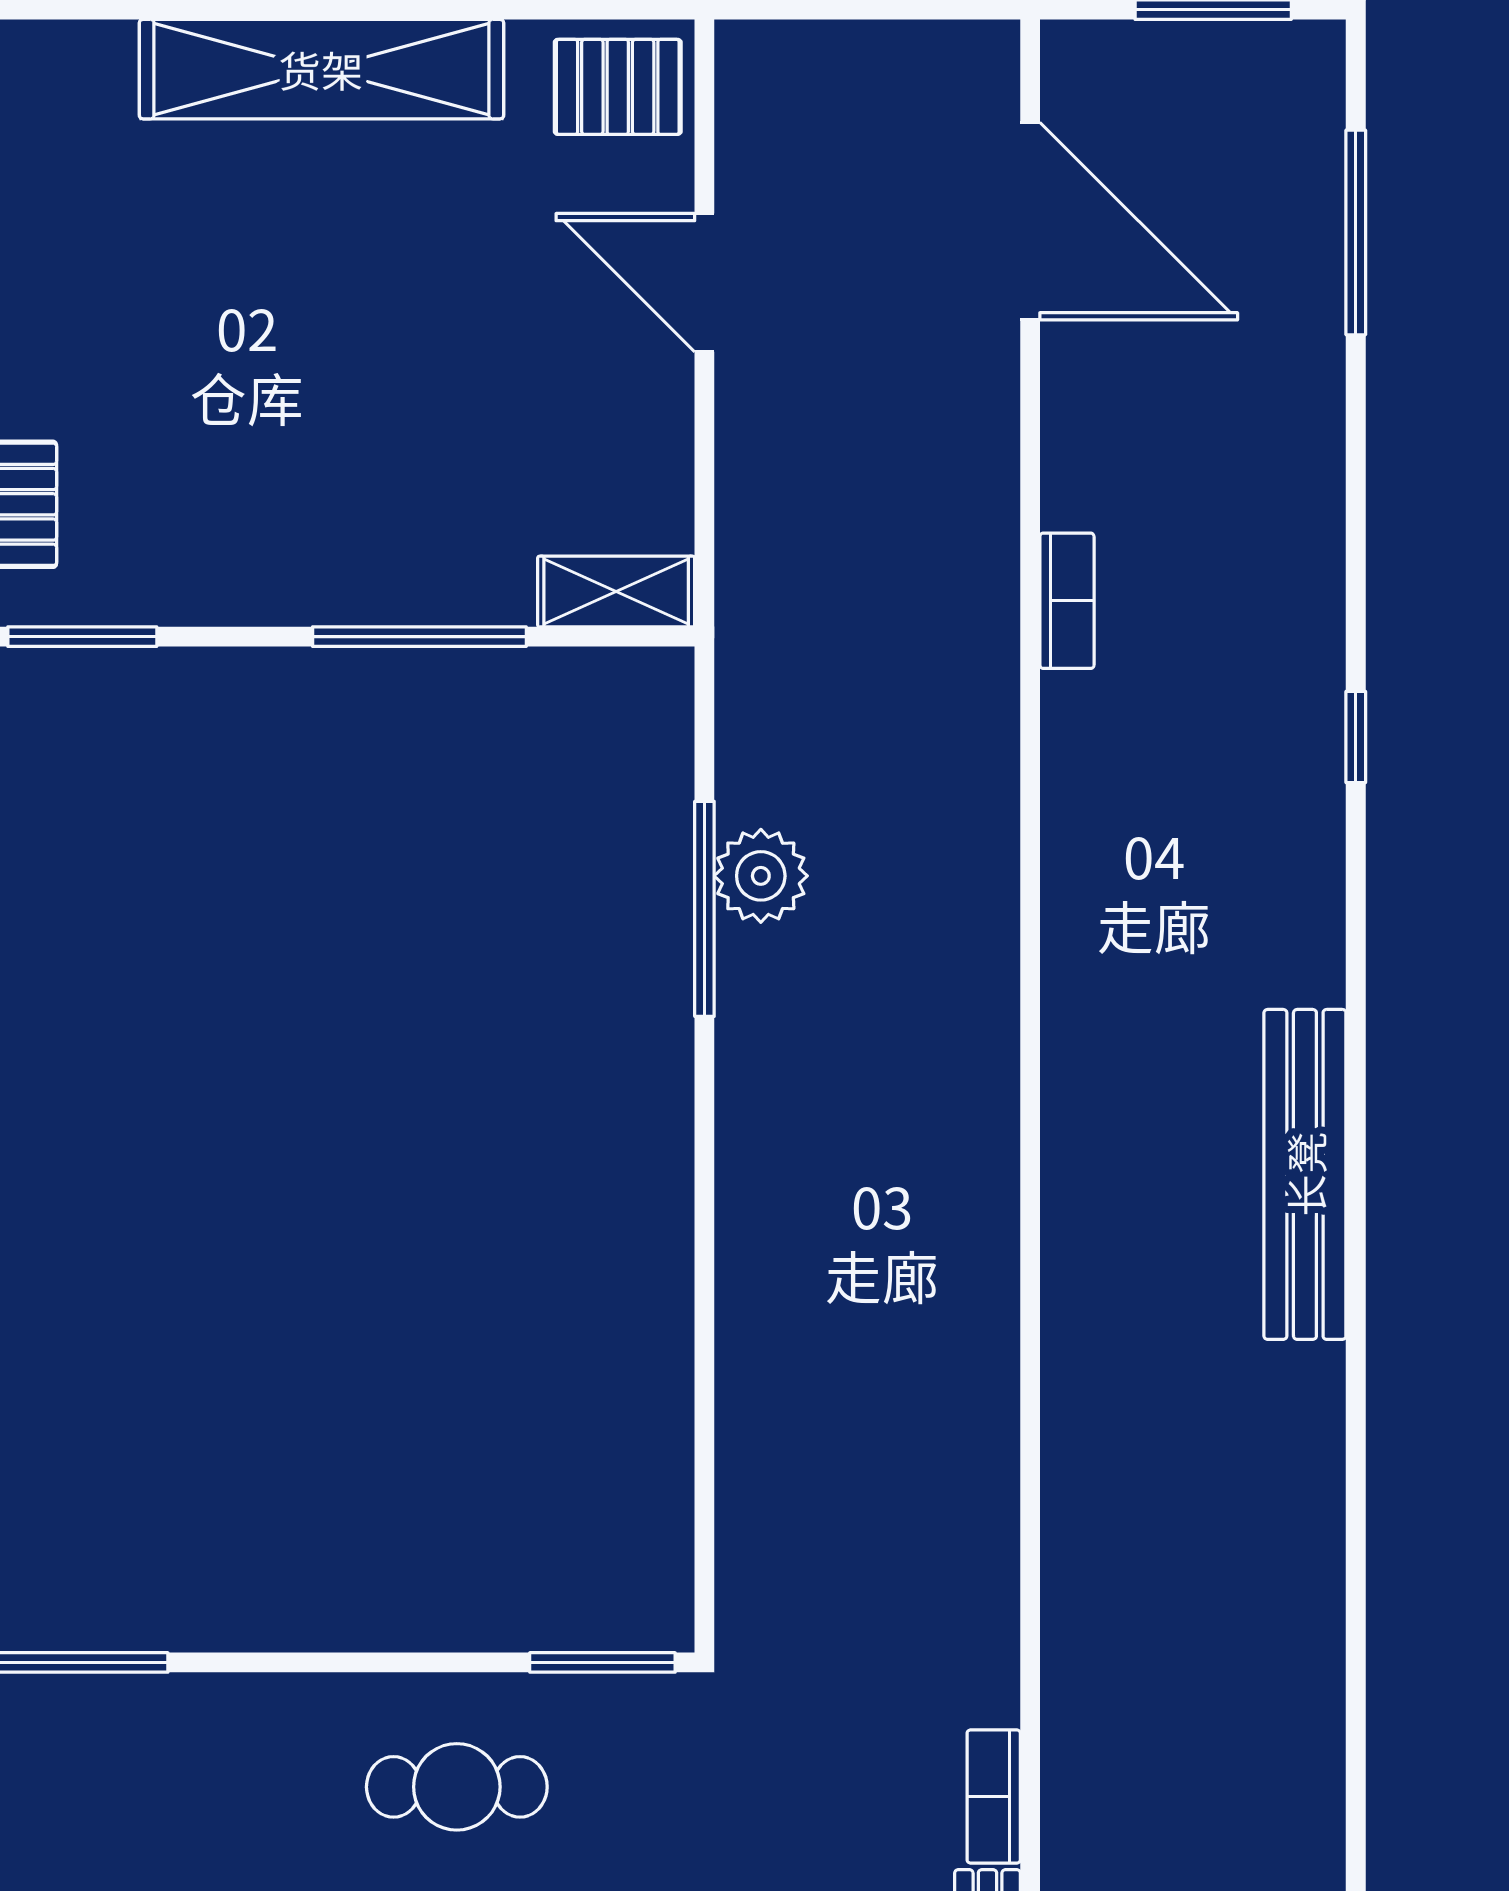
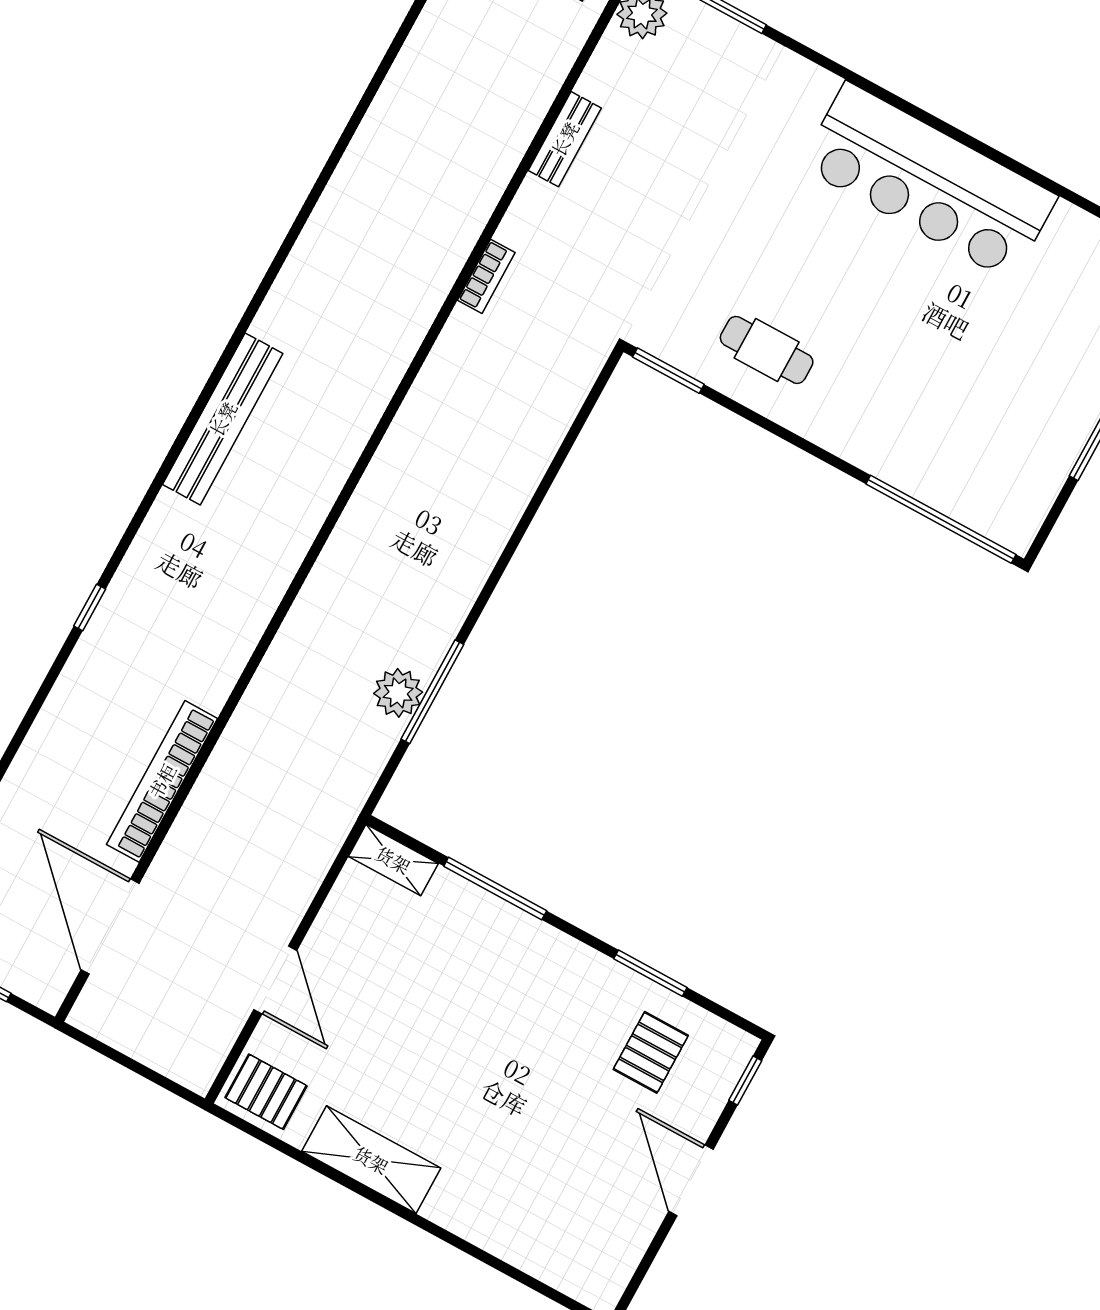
shelving: (321, 69) -> (371, 1160), width x0.68
bookcase: (1067, 601) -> (162, 781), width x2.31, depth x1.31
bookcase: (994, 1797) -> (486, 276), moved

